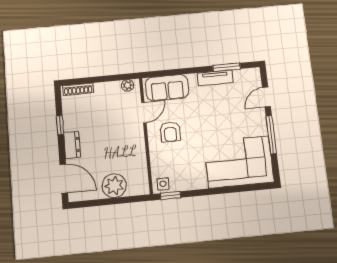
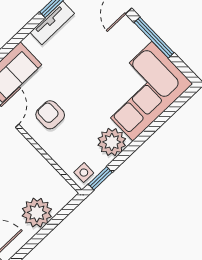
armchair: (170, 132) -> (50, 115), turned 180
plant: (195, 178) -> (112, 142), added

